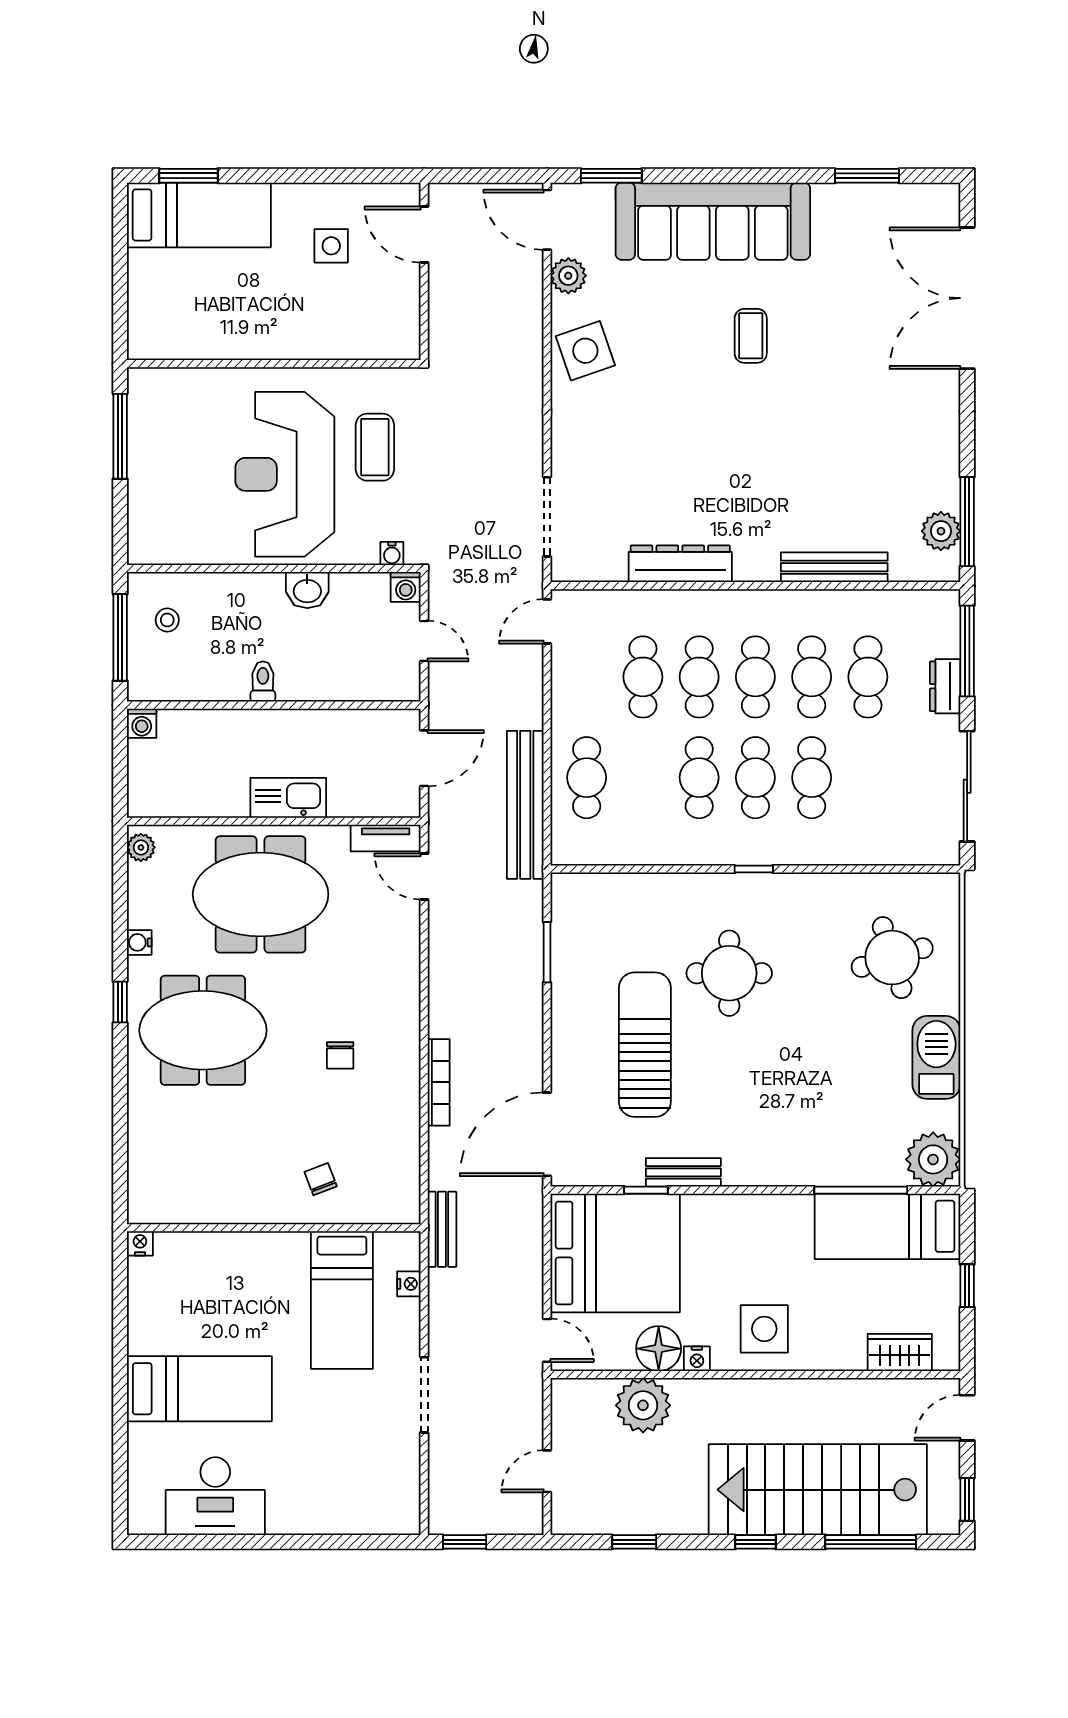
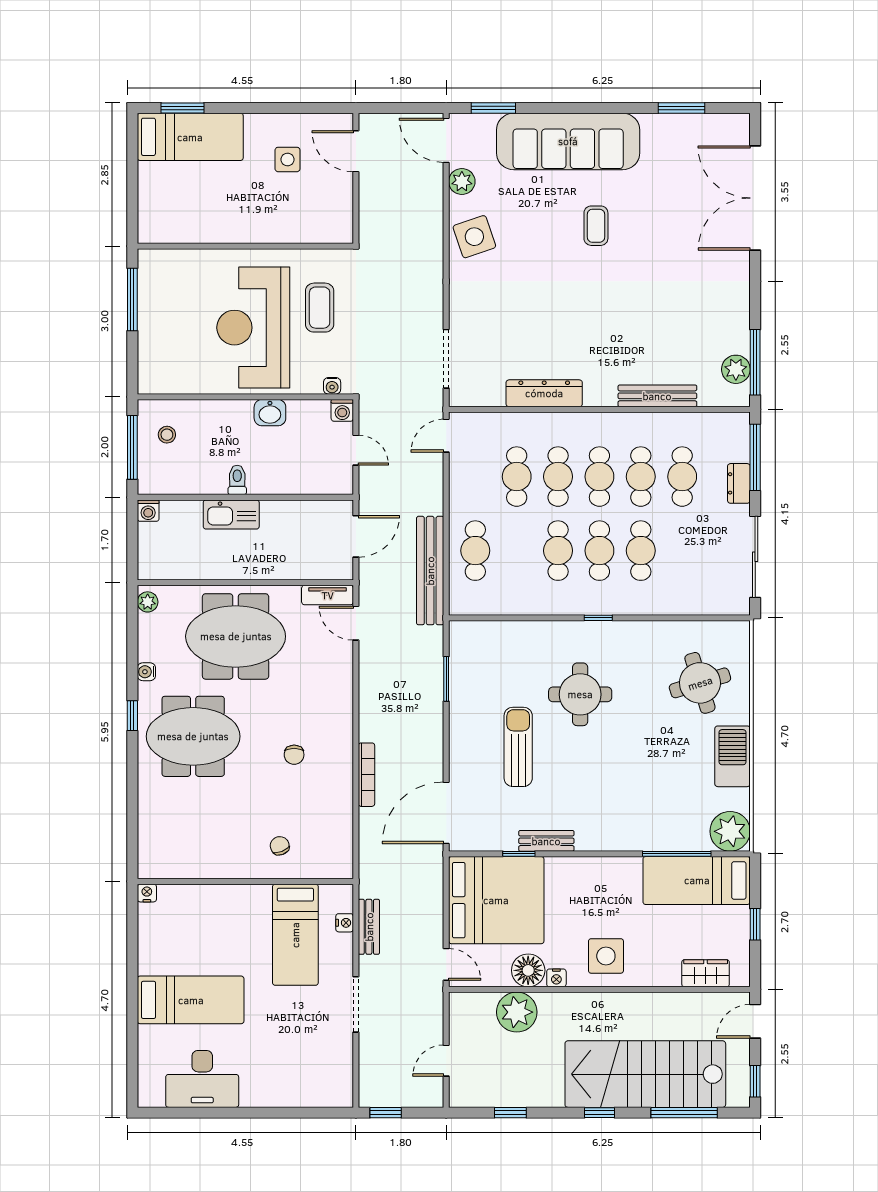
kitchen sink: (288, 798) -> (231, 514), moved, turned 180
sun lounger: (645, 1045) -> (518, 747), width x0.73, depth x0.75
bench: (442, 1229) -> (369, 927), moved

